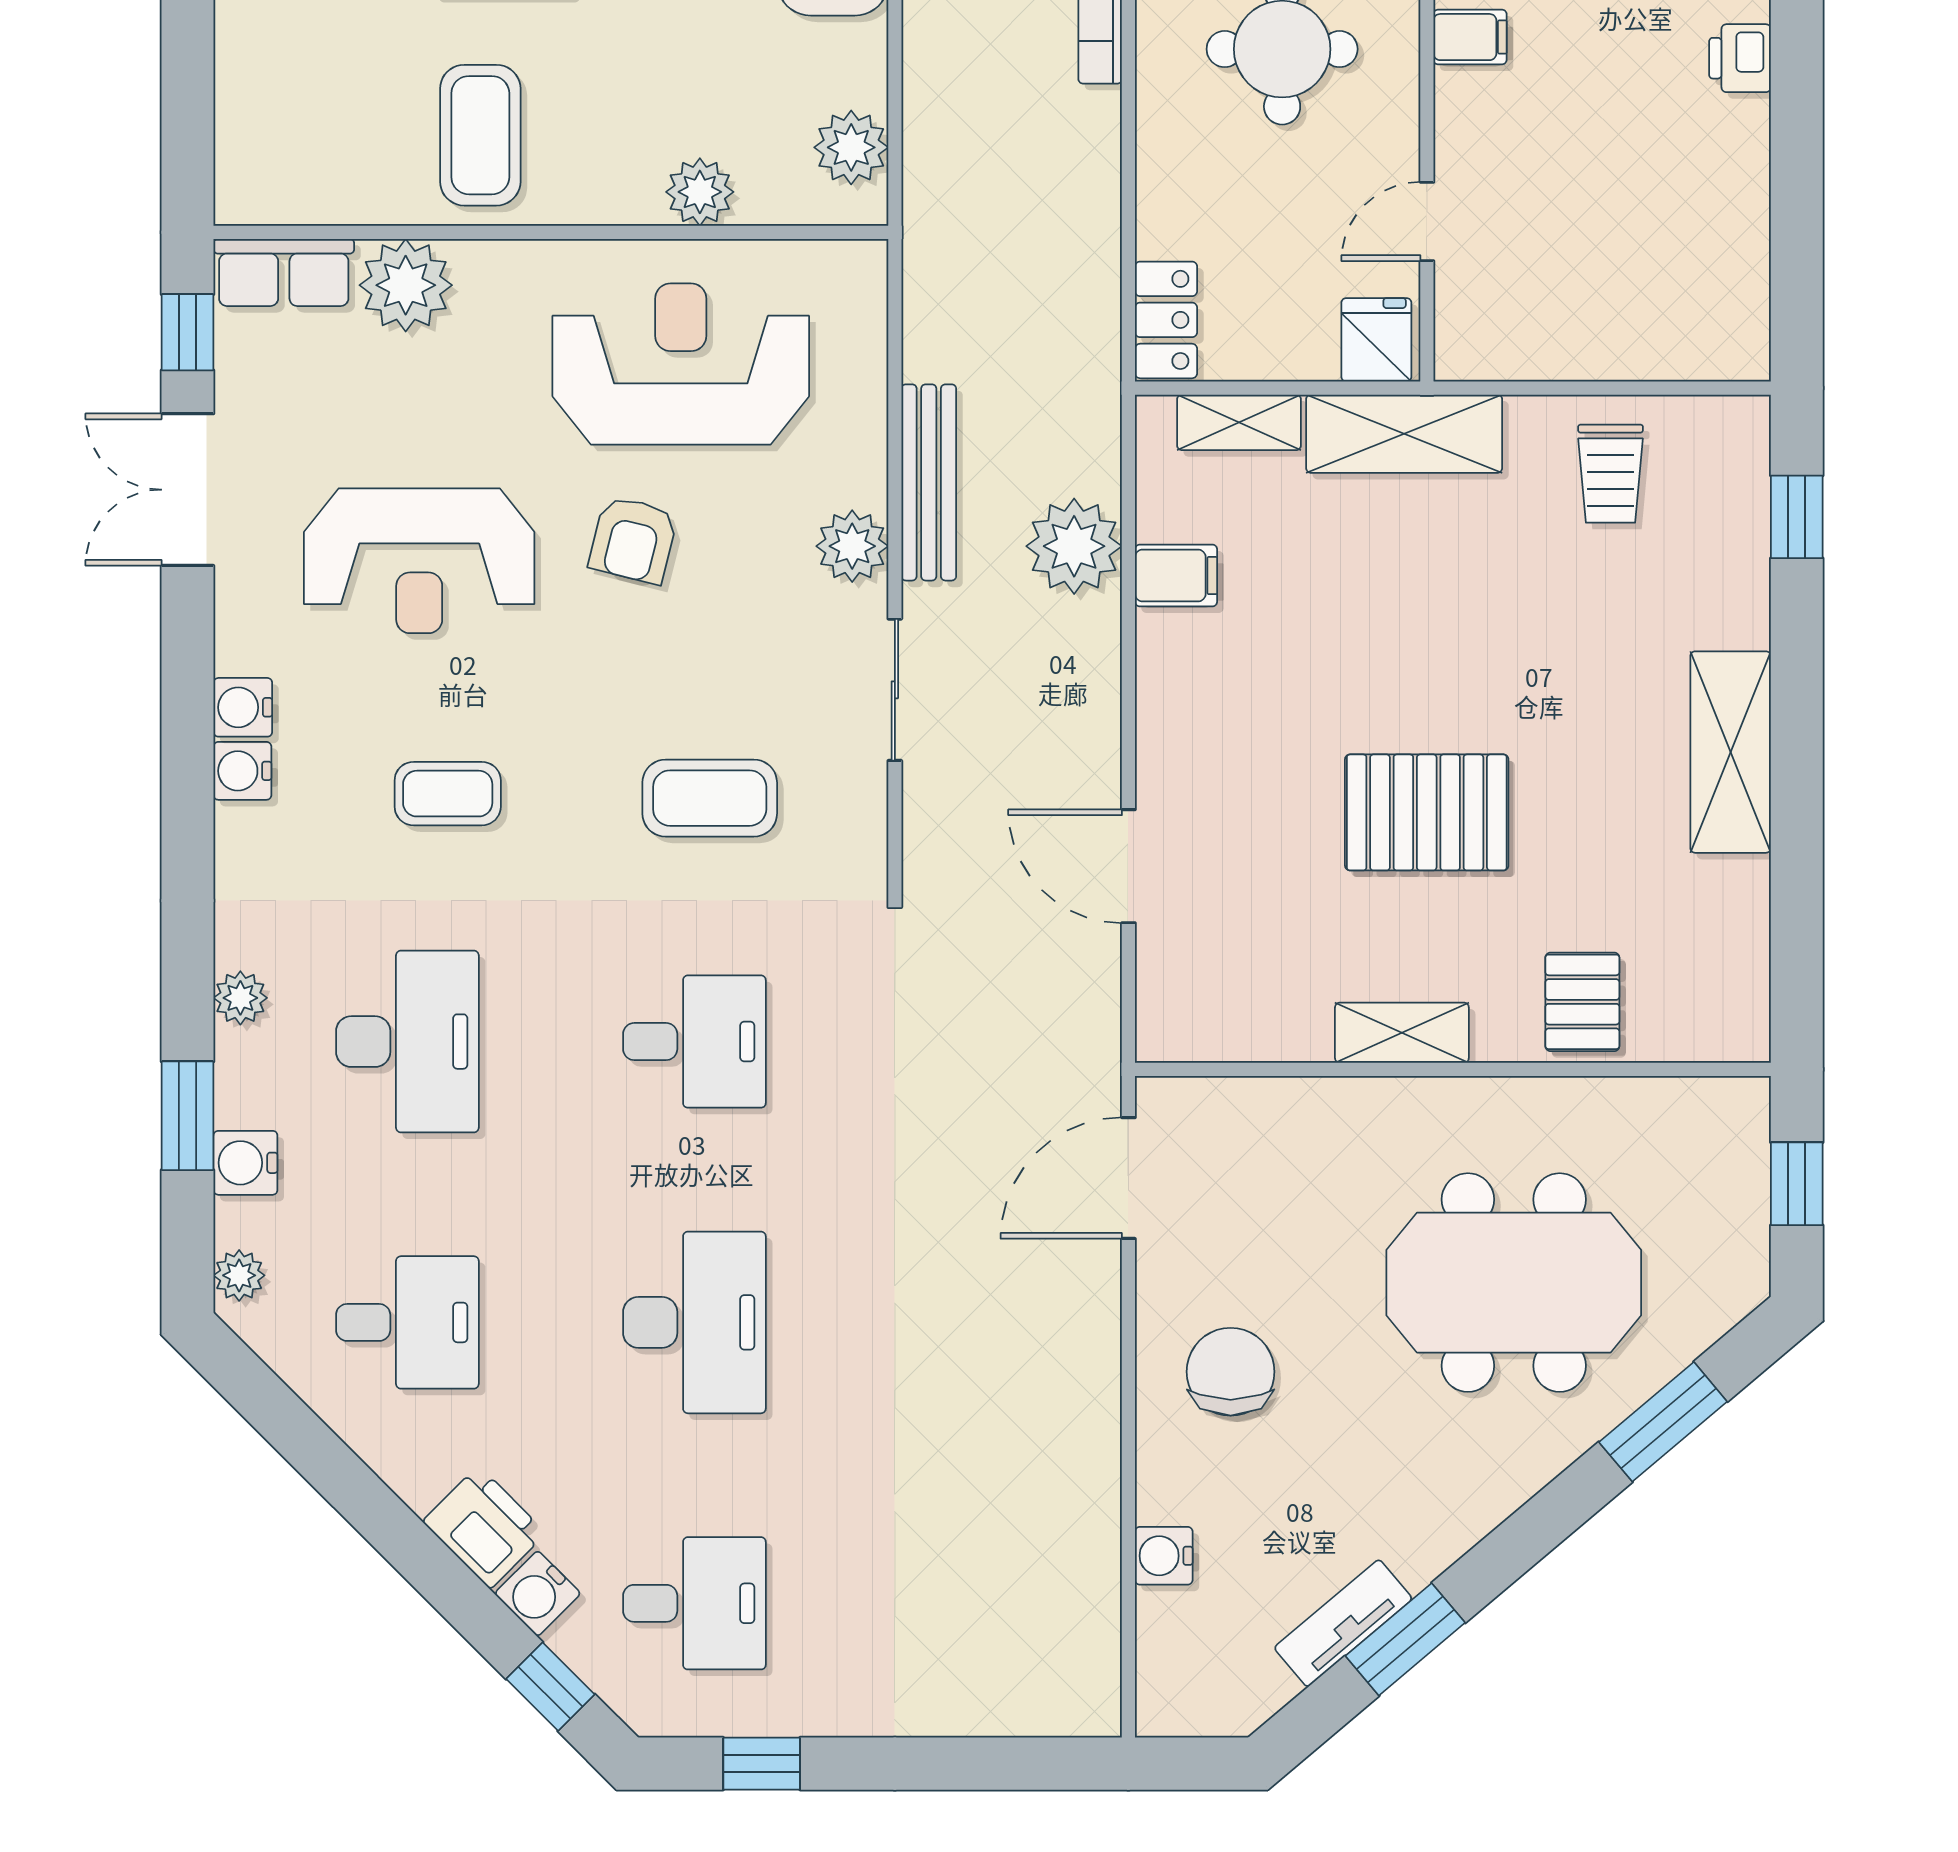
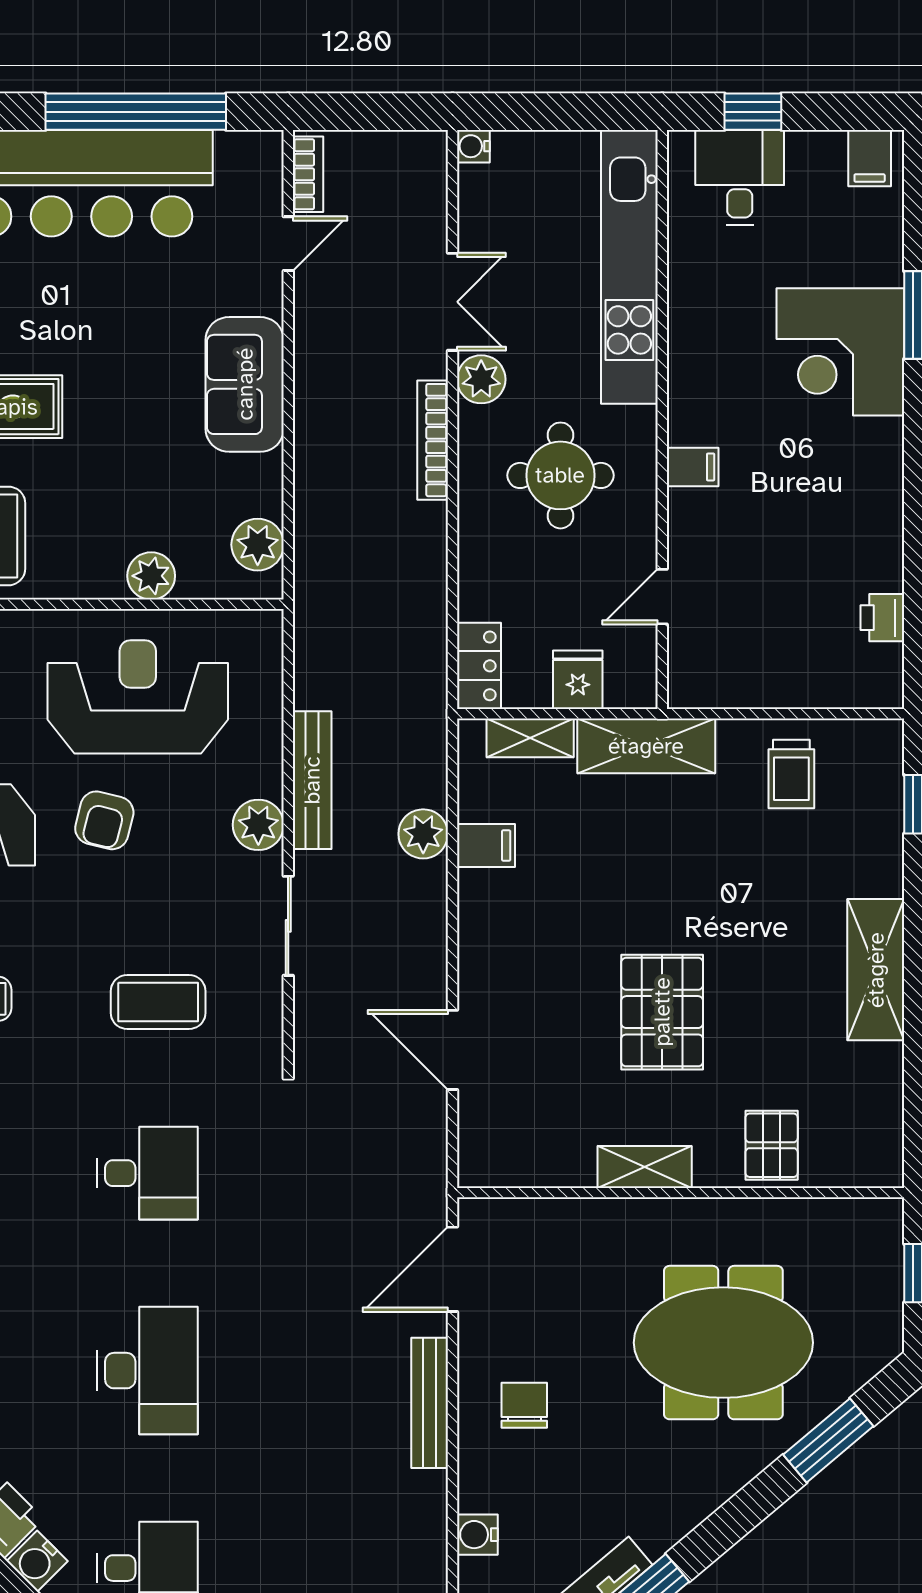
printer: (1740, 58) -> (882, 618), moved
fridge: (1376, 340) -> (578, 680), moved
plant: (1074, 546) -> (423, 834), width x0.73, depth x0.73
pallet: (1427, 812) -> (662, 1012), turned 90
bench: (1096, 1368) -> (430, 1403), added
chair: (1231, 1372) -> (524, 1405), width x0.73, depth x0.73

